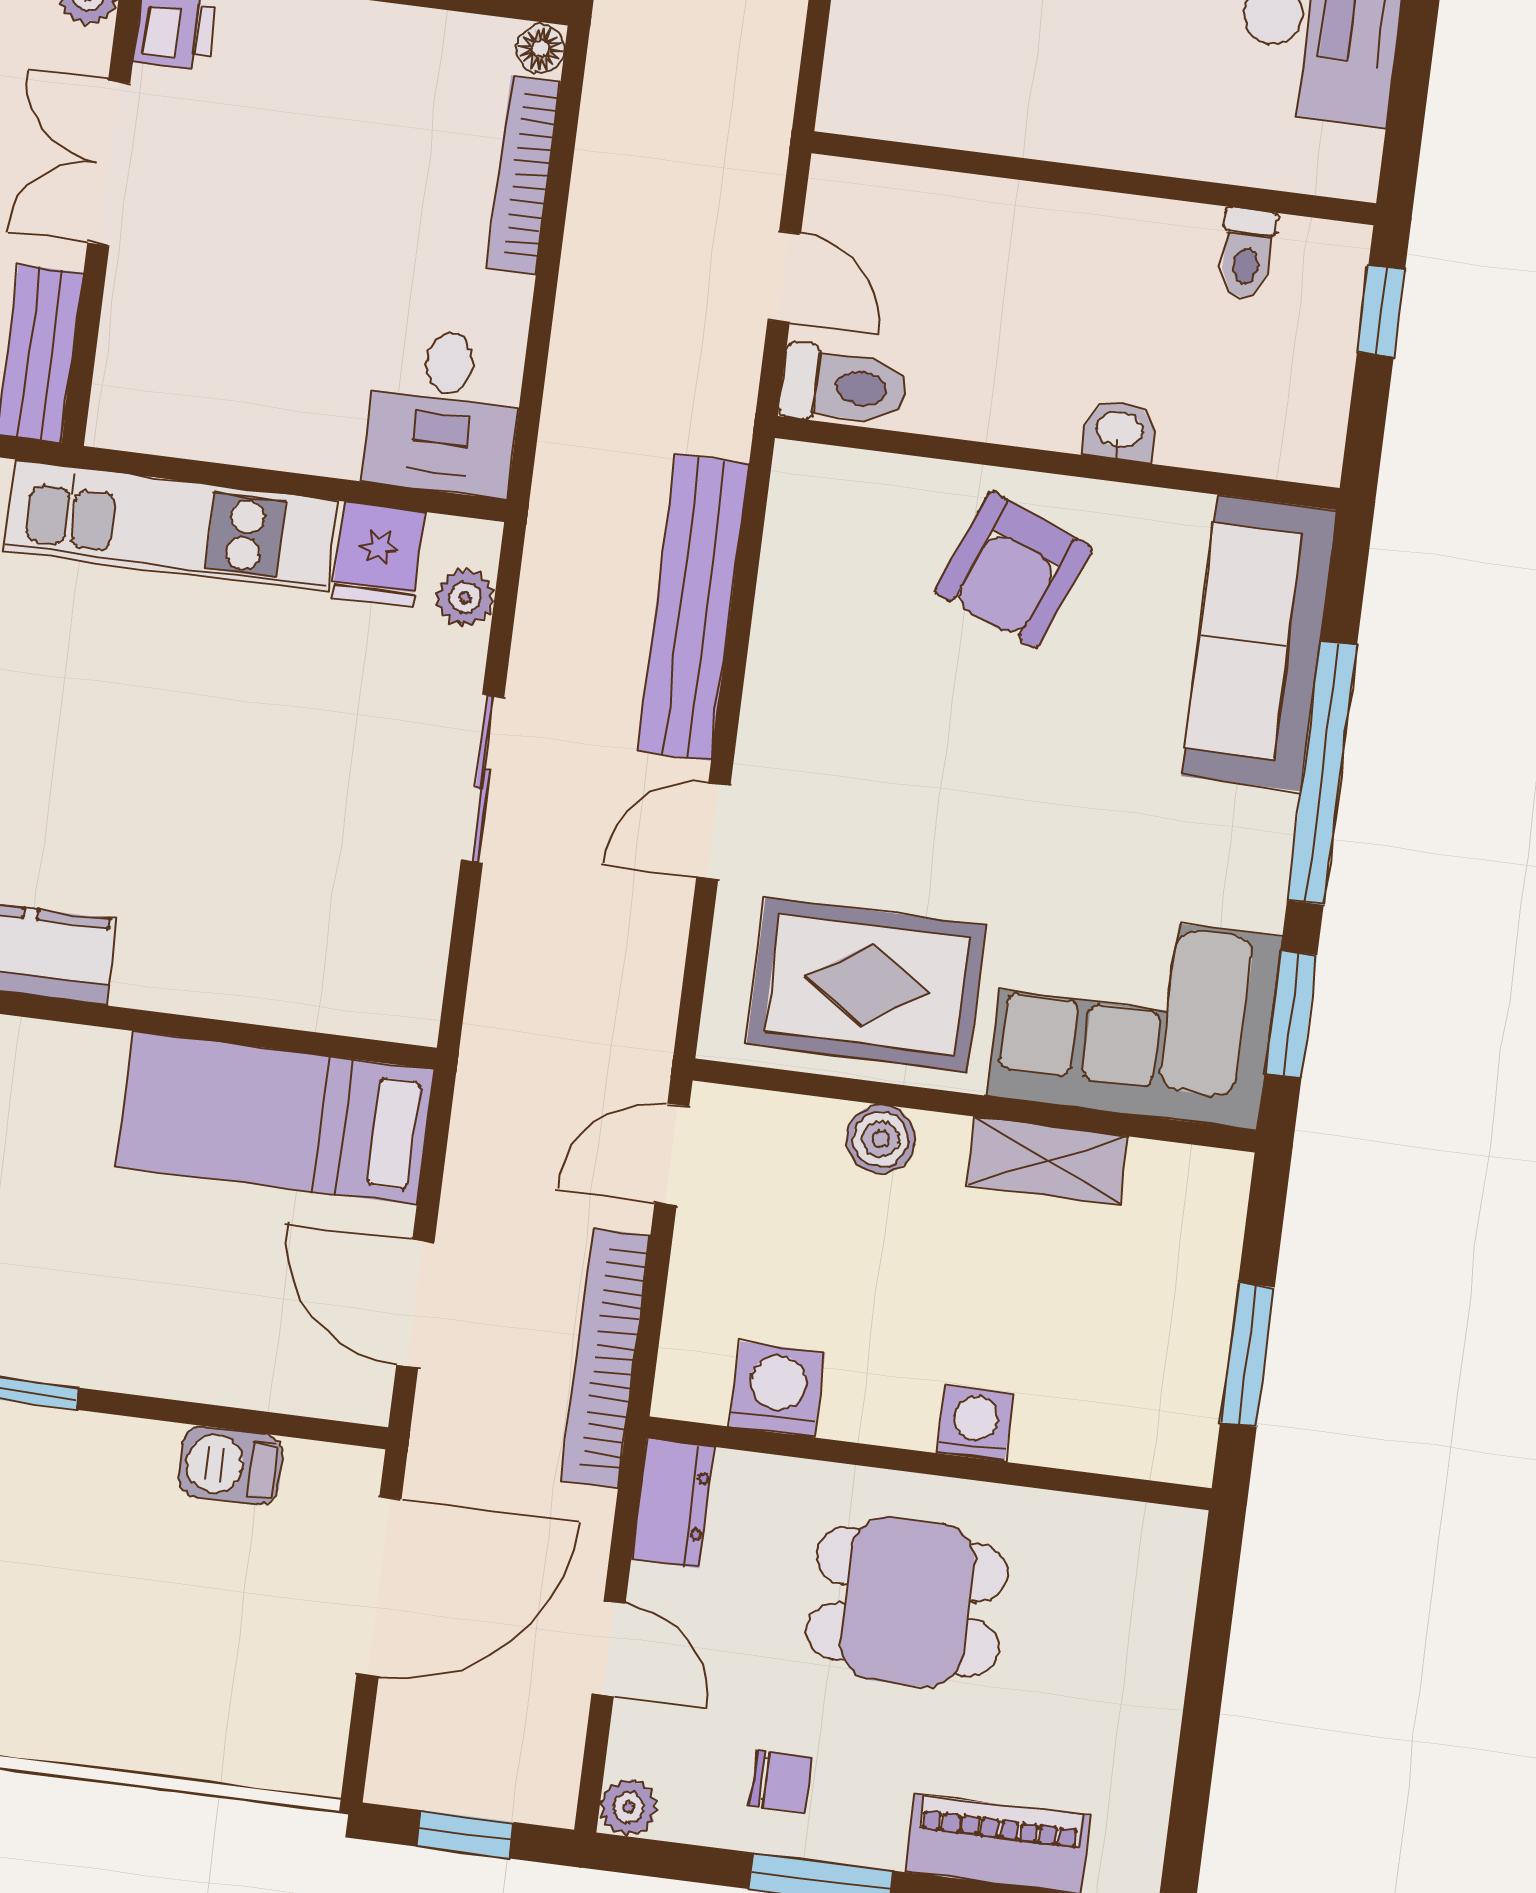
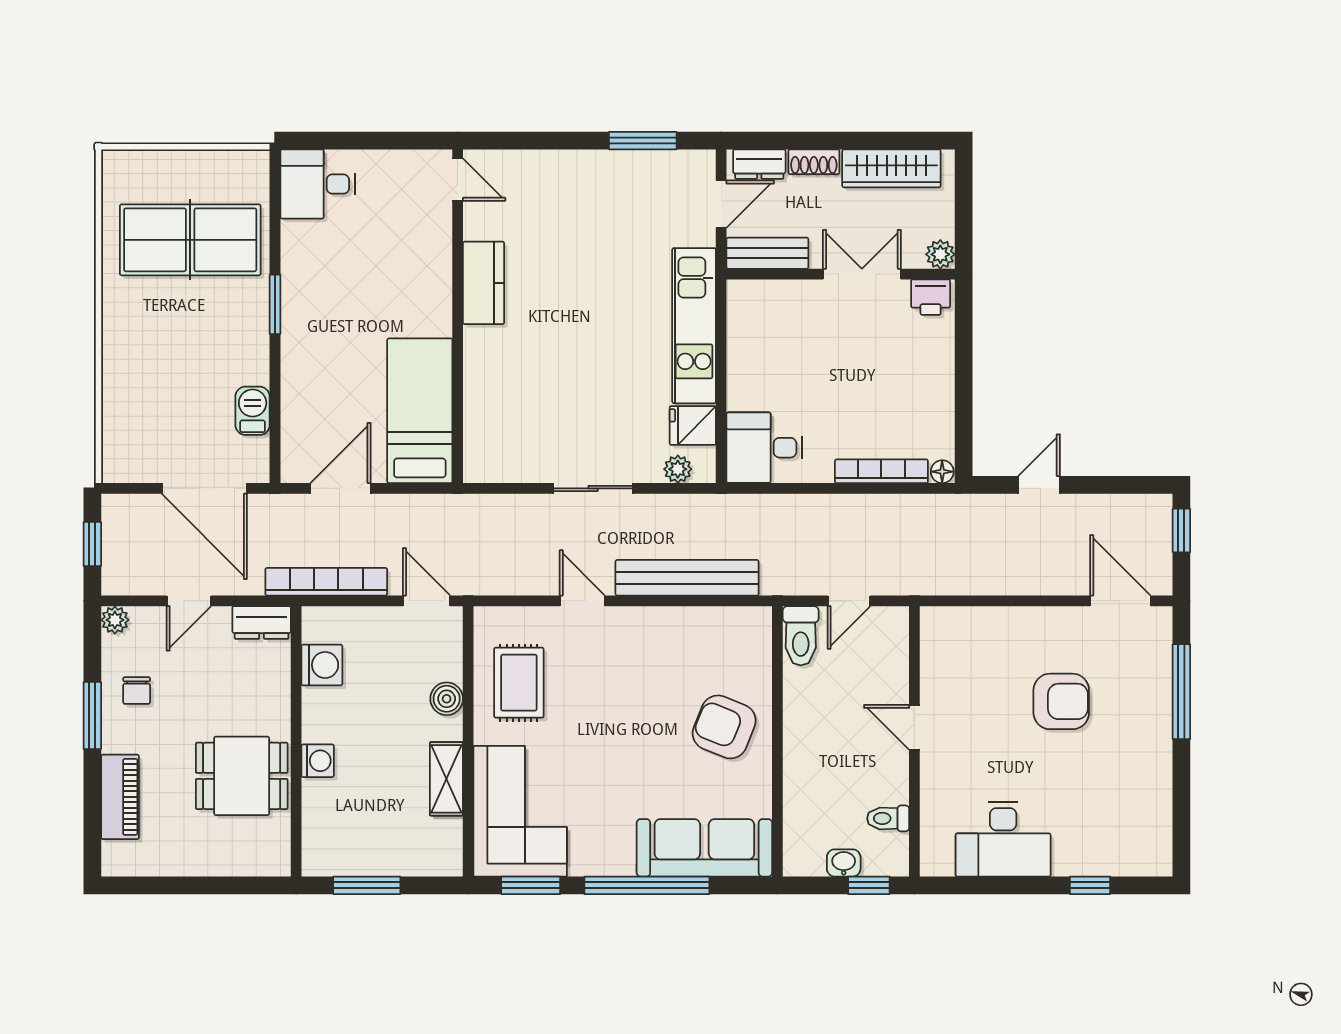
door: (1065, 175) -> (914, 727), added
washbasin: (1119, 431) -> (844, 863), moved, turned -90
rug: (867, 985) -> (519, 683), width x0.73, depth x0.70
dining table: (907, 1602) -> (242, 776), moved, turned 90

